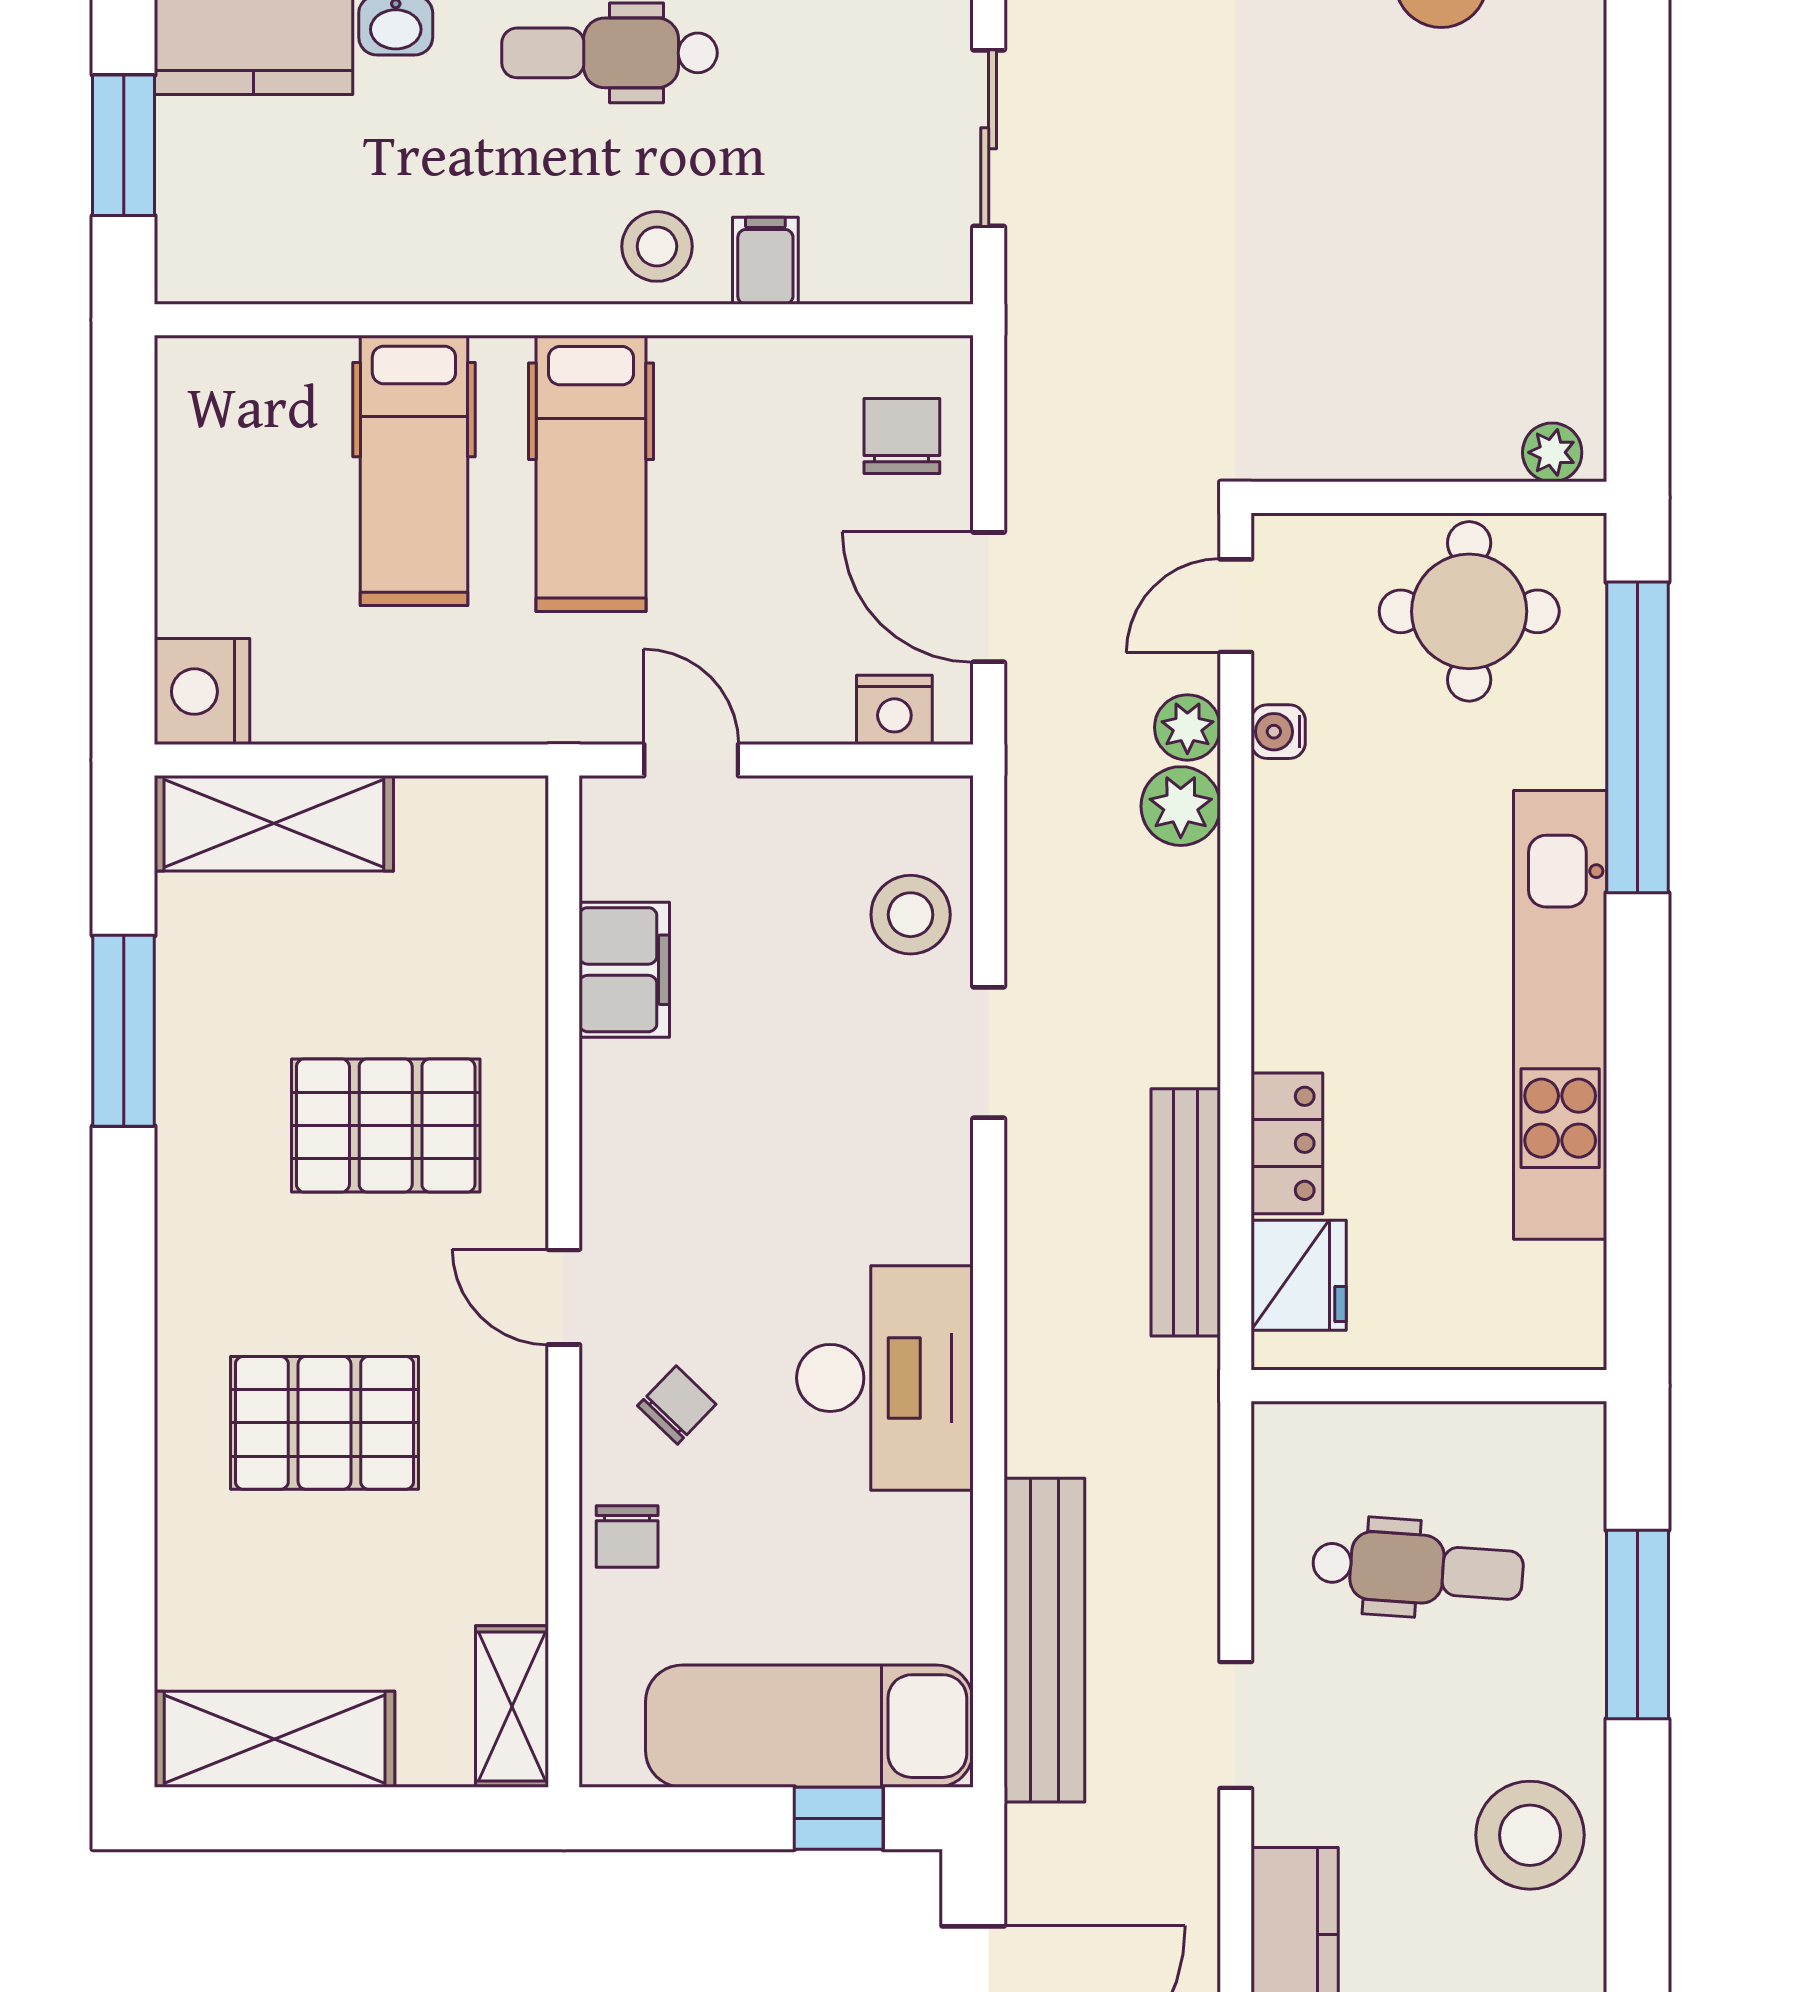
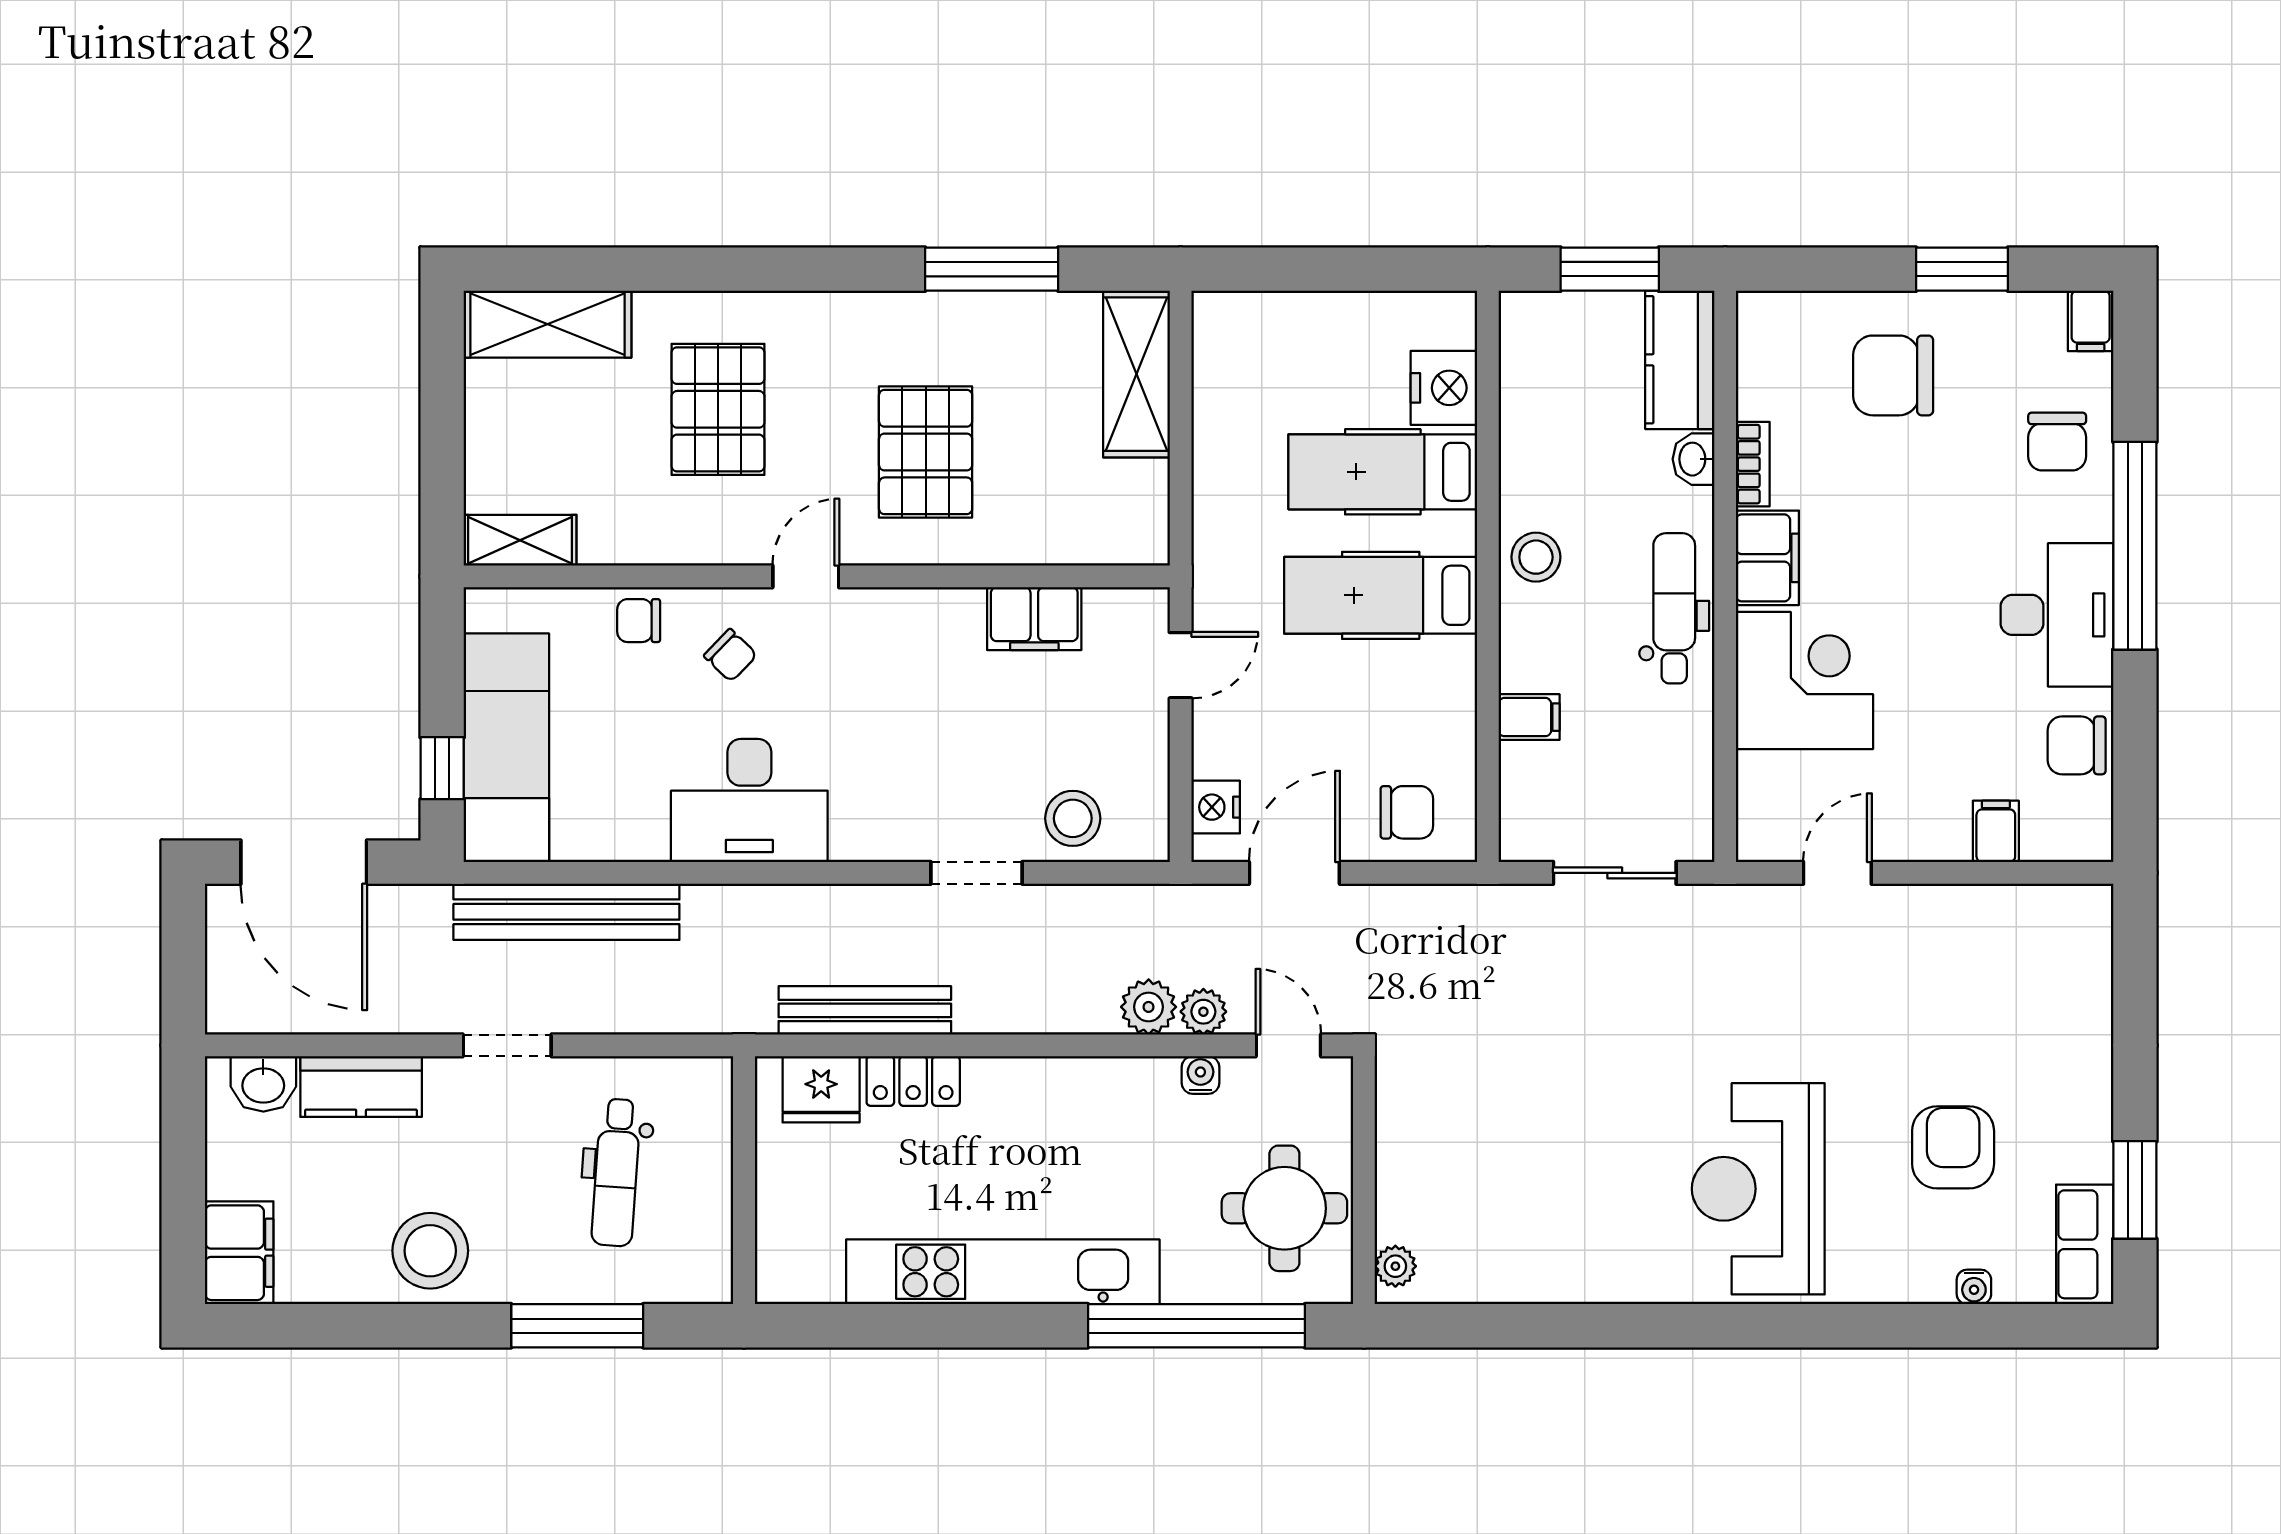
stool: (657, 246) -> (1536, 557), moved
nightstand: (202, 692) -> (1444, 388), moved, turned 90
shelving: (275, 1739) -> (547, 324), moved, turned 90

